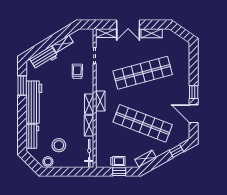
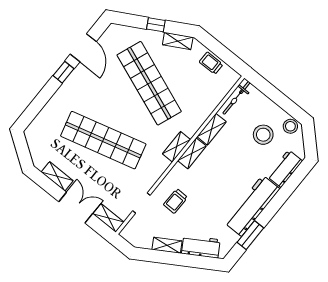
window: (177, 151) -> (156, 25), moved
window: (119, 172) -> (219, 50), removed

